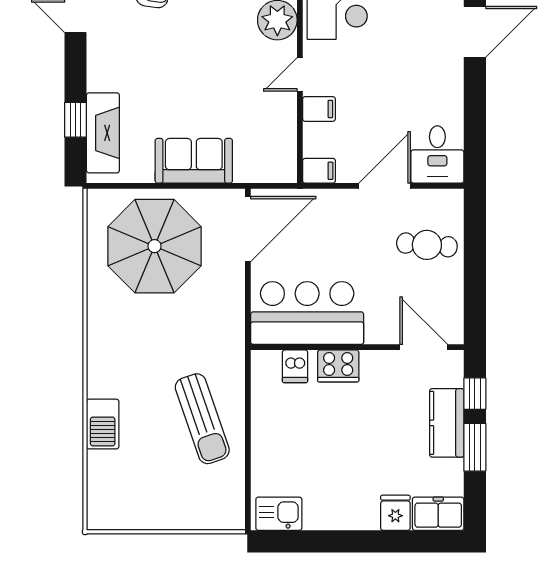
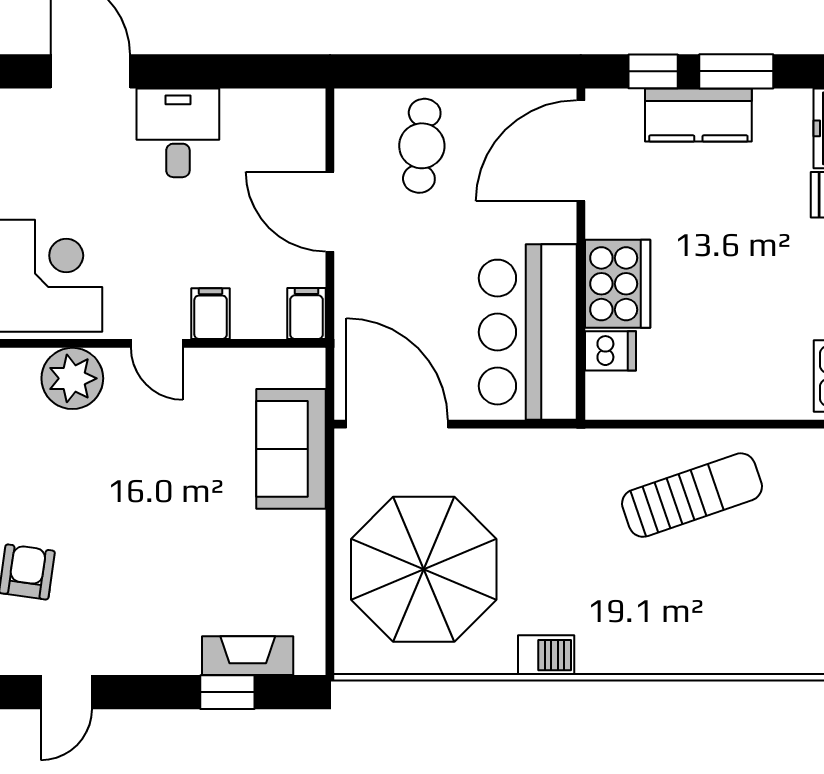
fireplace: (103, 133) -> (248, 656), width x0.73, depth x0.76
desk: (437, 154) -> (178, 133), moved, turned -90
sofa: (194, 161) -> (291, 449), moved
door: (424, 347) -> (581, 151), width x1.36
cooker: (338, 366) -> (618, 284), width x1.37, depth x1.31
barbecue: (103, 424) -> (546, 655), moved, width x0.73, depth x0.79

